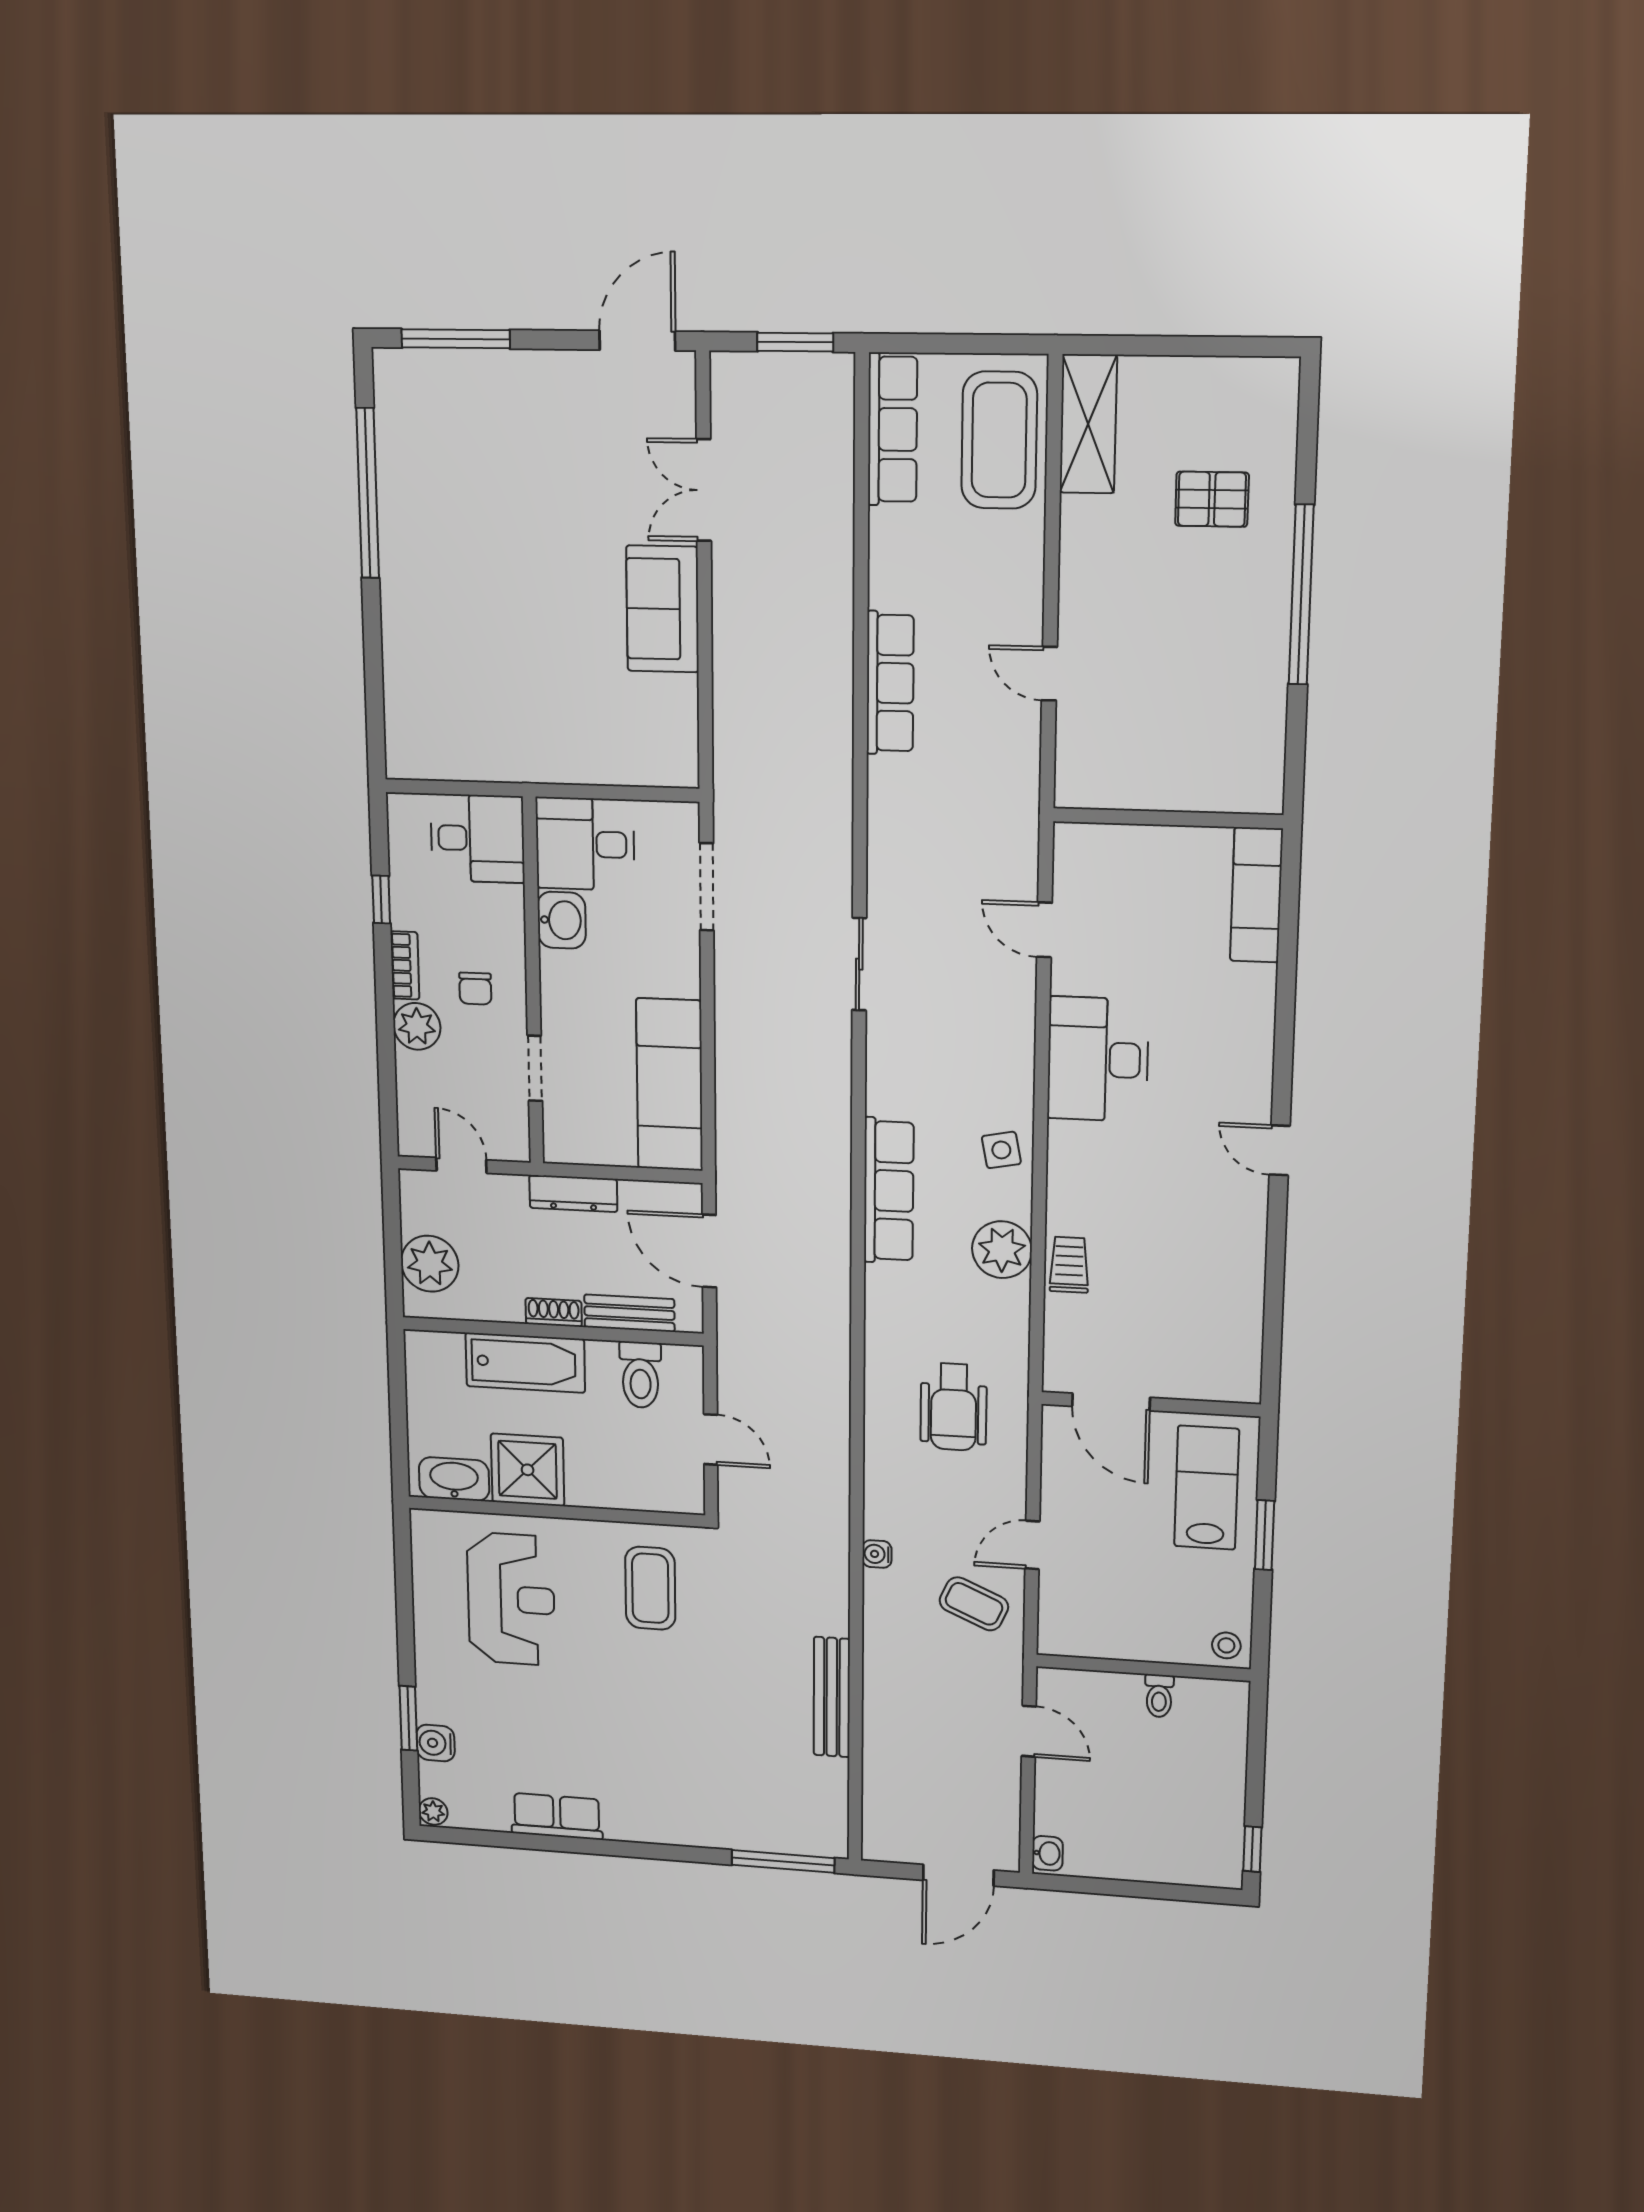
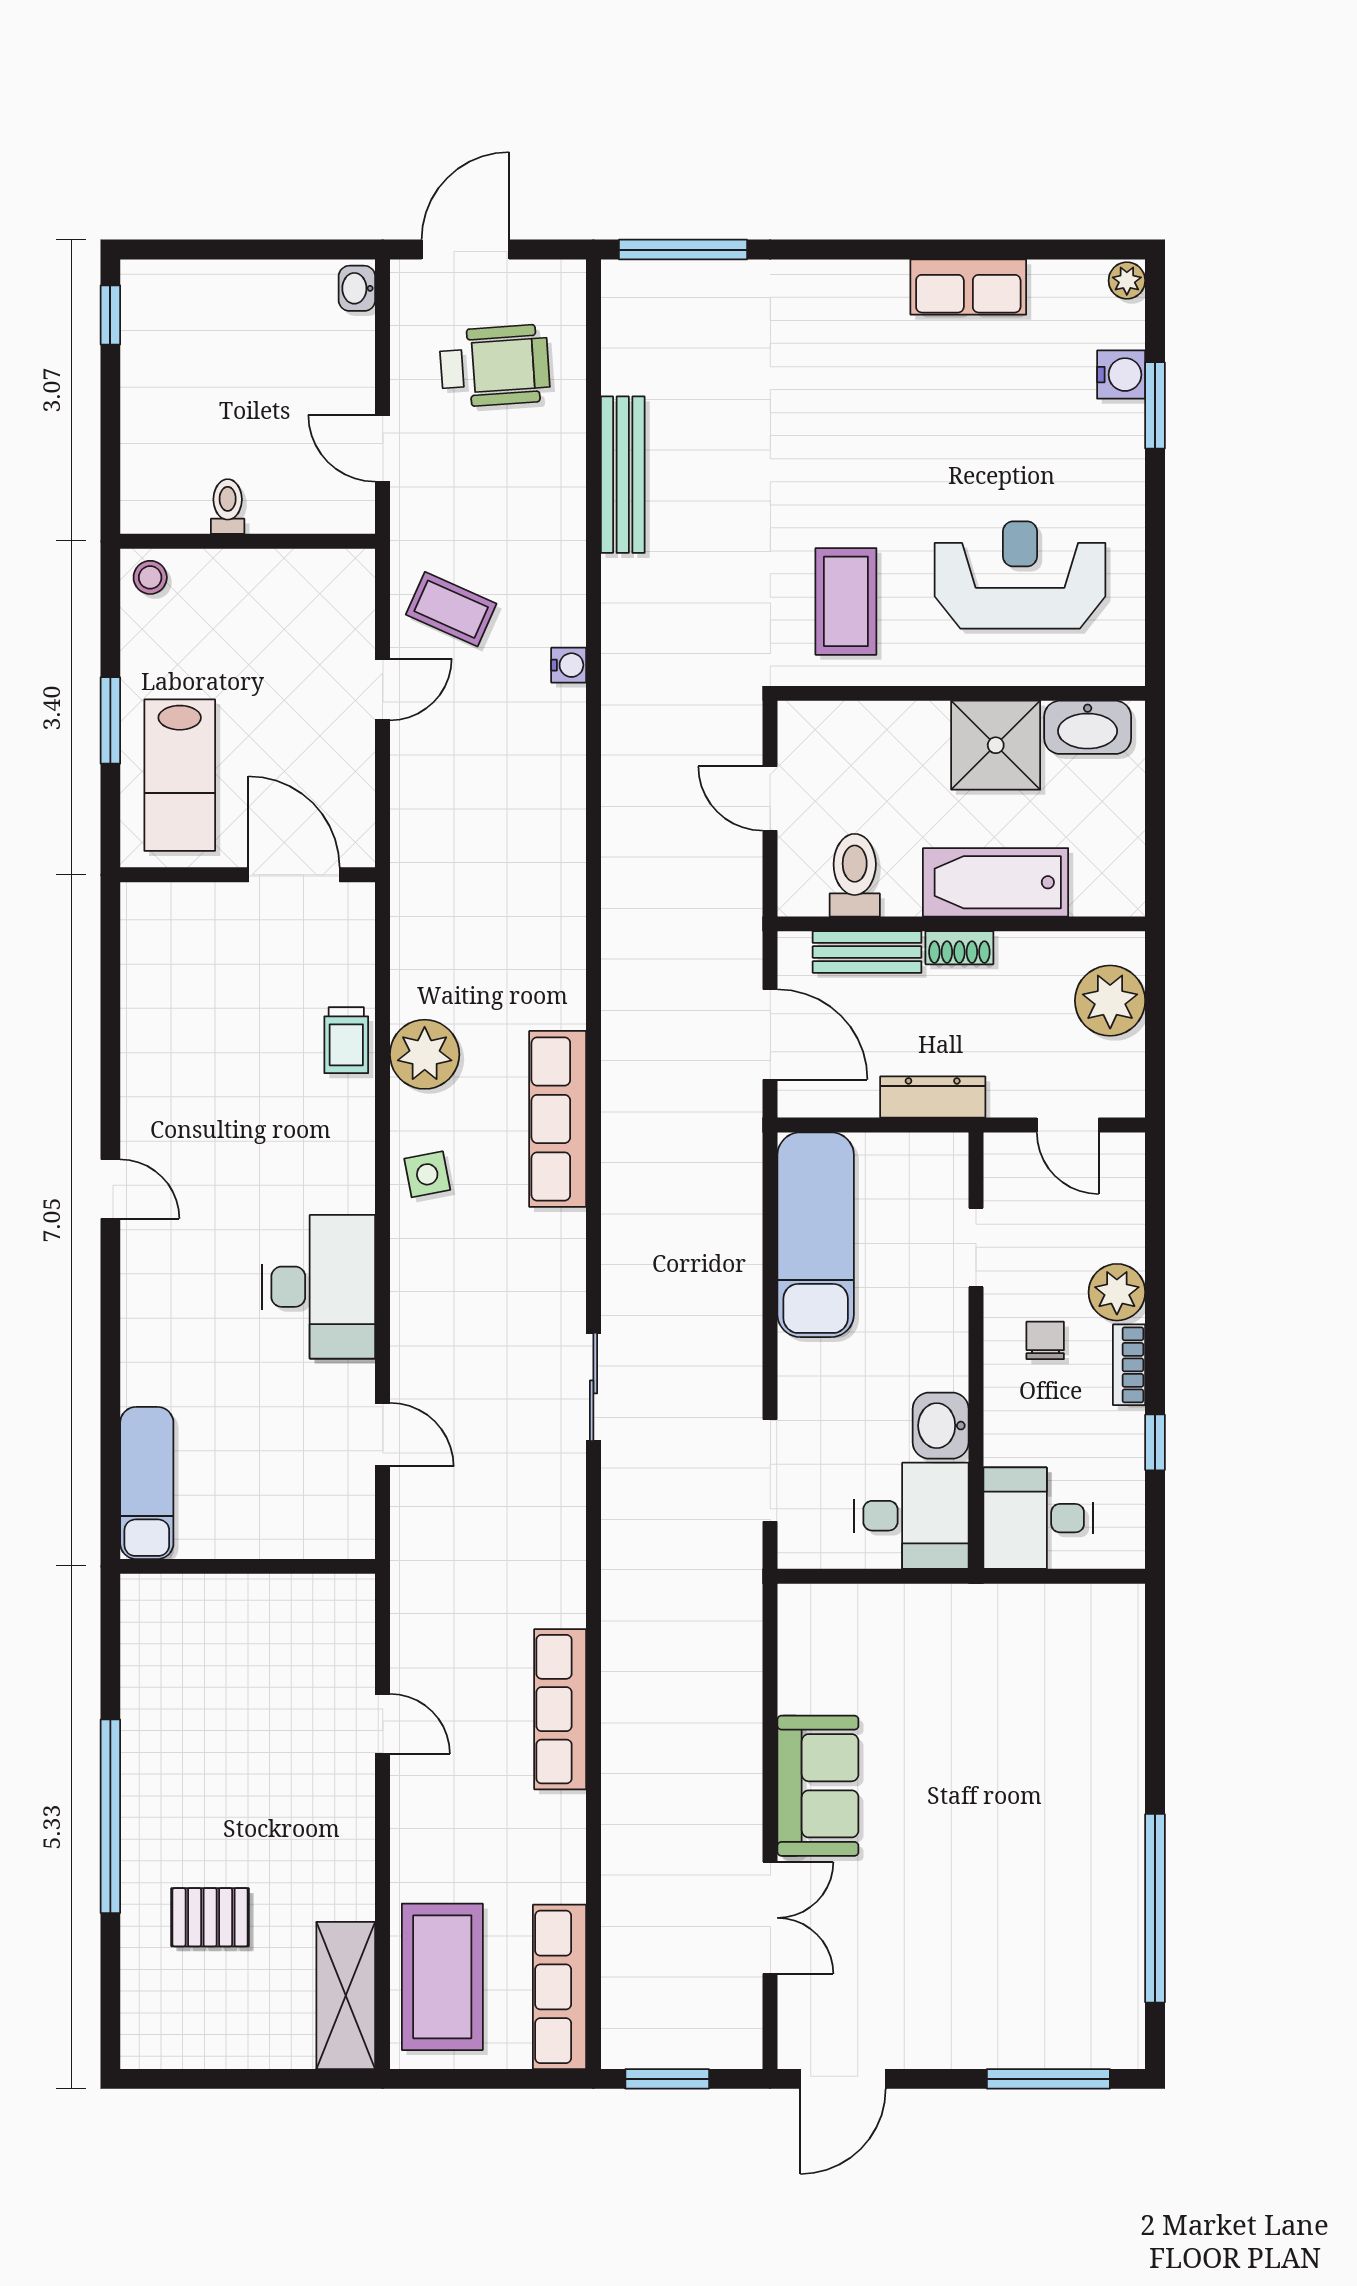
wheelchair: (953, 1407) -> (495, 366), moved, turned 86
reception desk: (511, 1599) -> (1020, 575), turned 90

